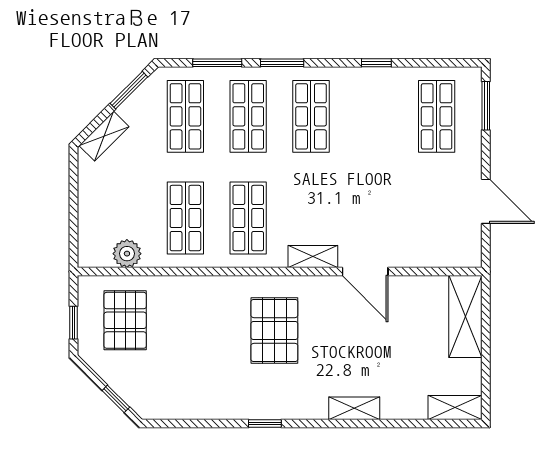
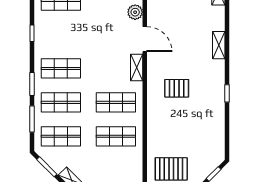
plant: (127, 254) -> (135, 12), moved
door: (365, 272) -> (145, 39), hinge flipped
pallet: (274, 330) -> (177, 88), width x0.67, depth x0.71

